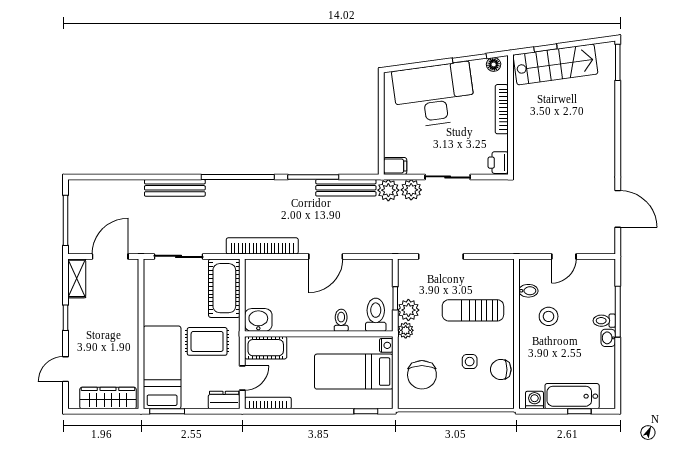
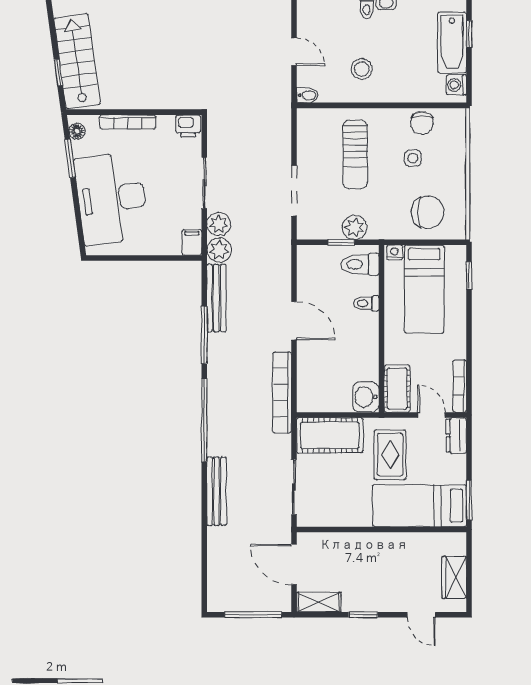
bidet: (528, 291) -> (308, 95), moved, turned 90
plant: (406, 330) -> (378, 231), removed
wardrobe: (108, 398) -> (454, 577), width x0.67

